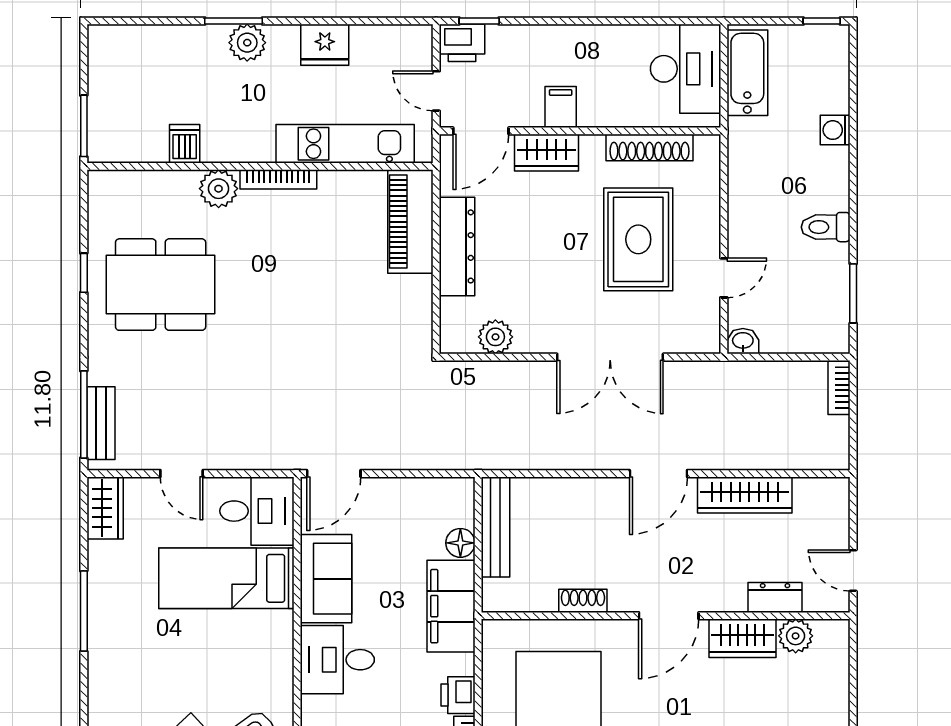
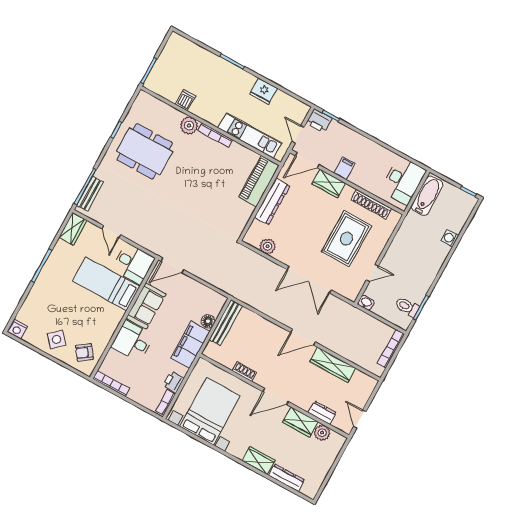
plant: (247, 43) -> (233, 73), removed
toilet: (826, 227) -> (407, 307), moved
bookcase: (839, 388) -> (391, 349), width x1.56

